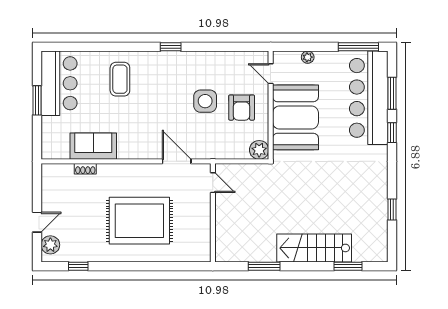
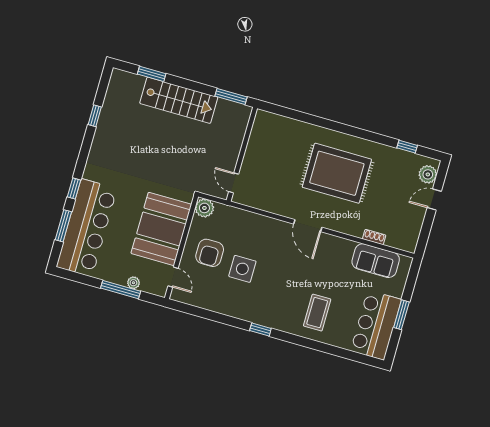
window: (358, 47) -> (121, 290), moved
armchair: (242, 108) -> (210, 253), turned 180
sofa: (93, 146) -> (376, 261), moved
door: (177, 161) -> (308, 226), moved
door: (213, 183) -> (234, 183), moved
wall: (213, 213) -> (242, 154), moved

